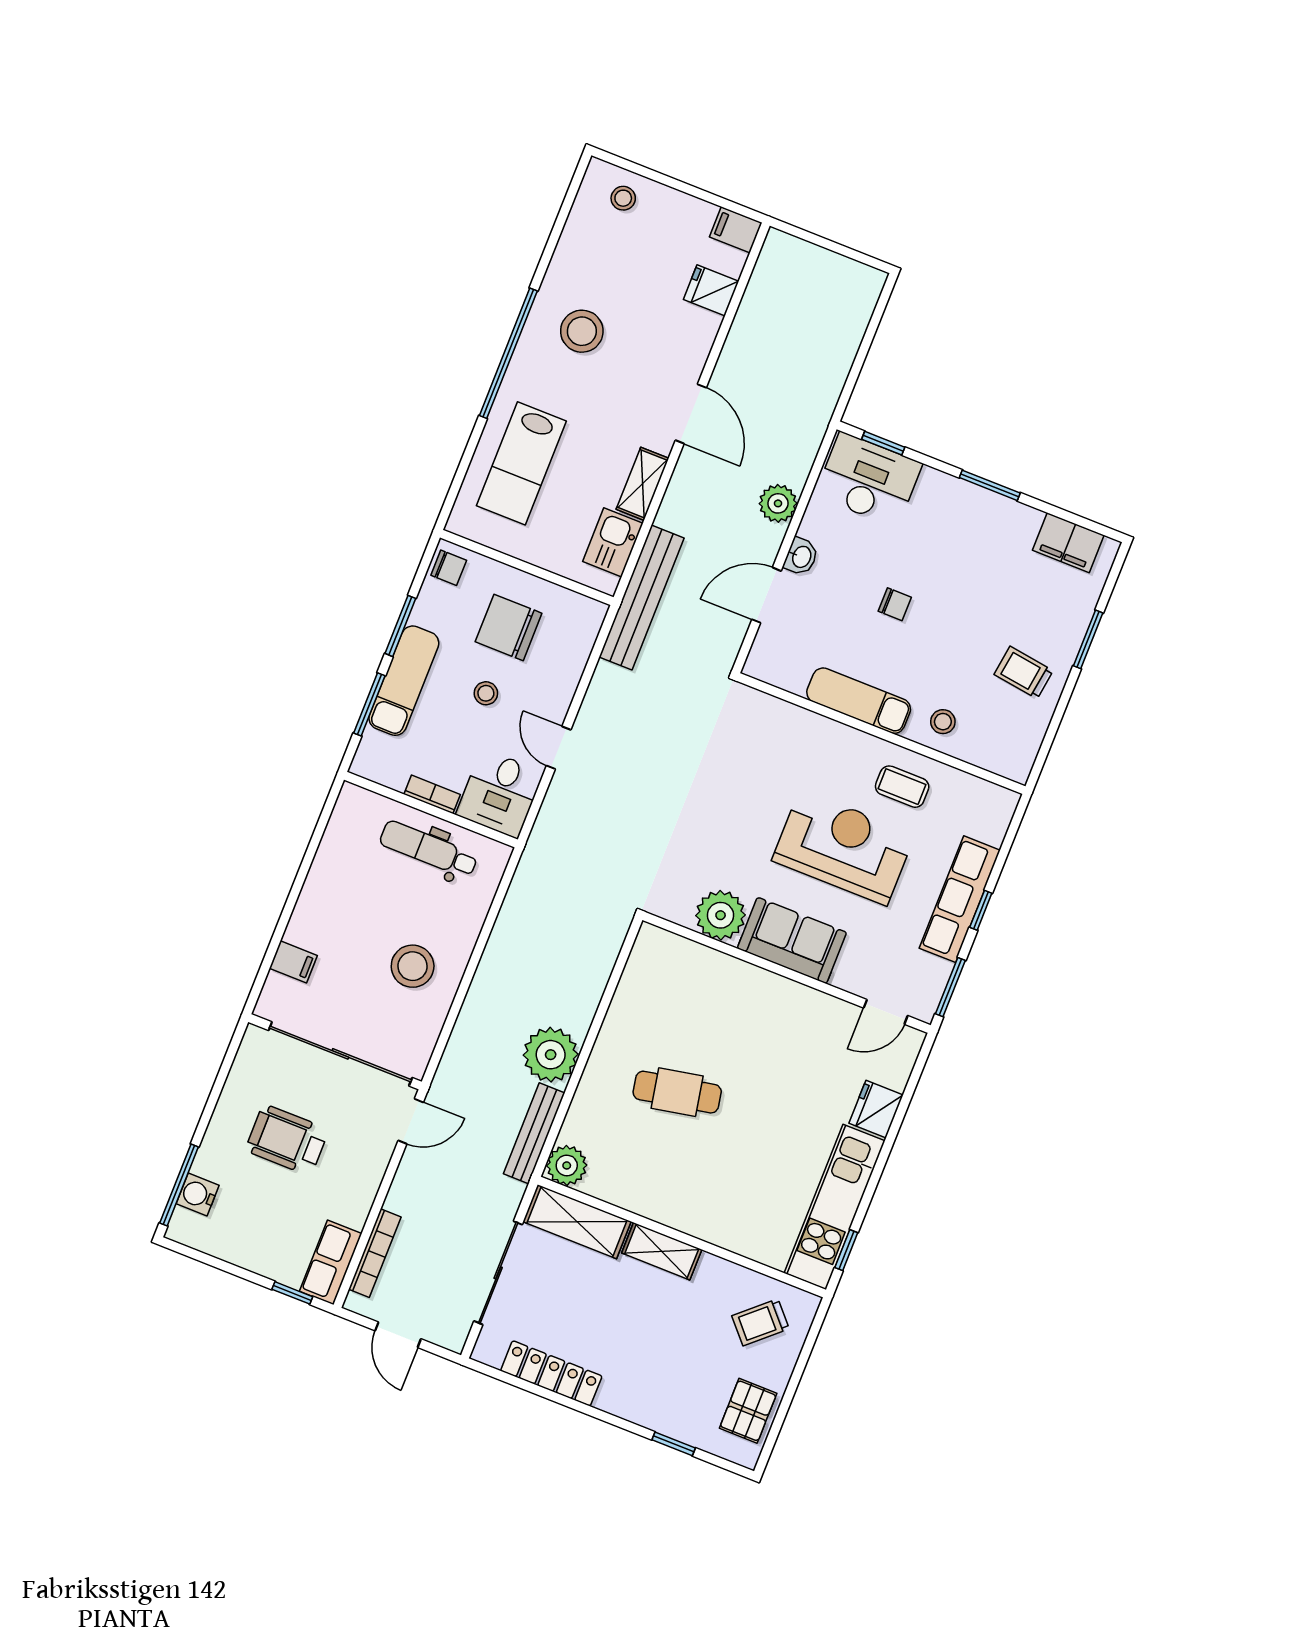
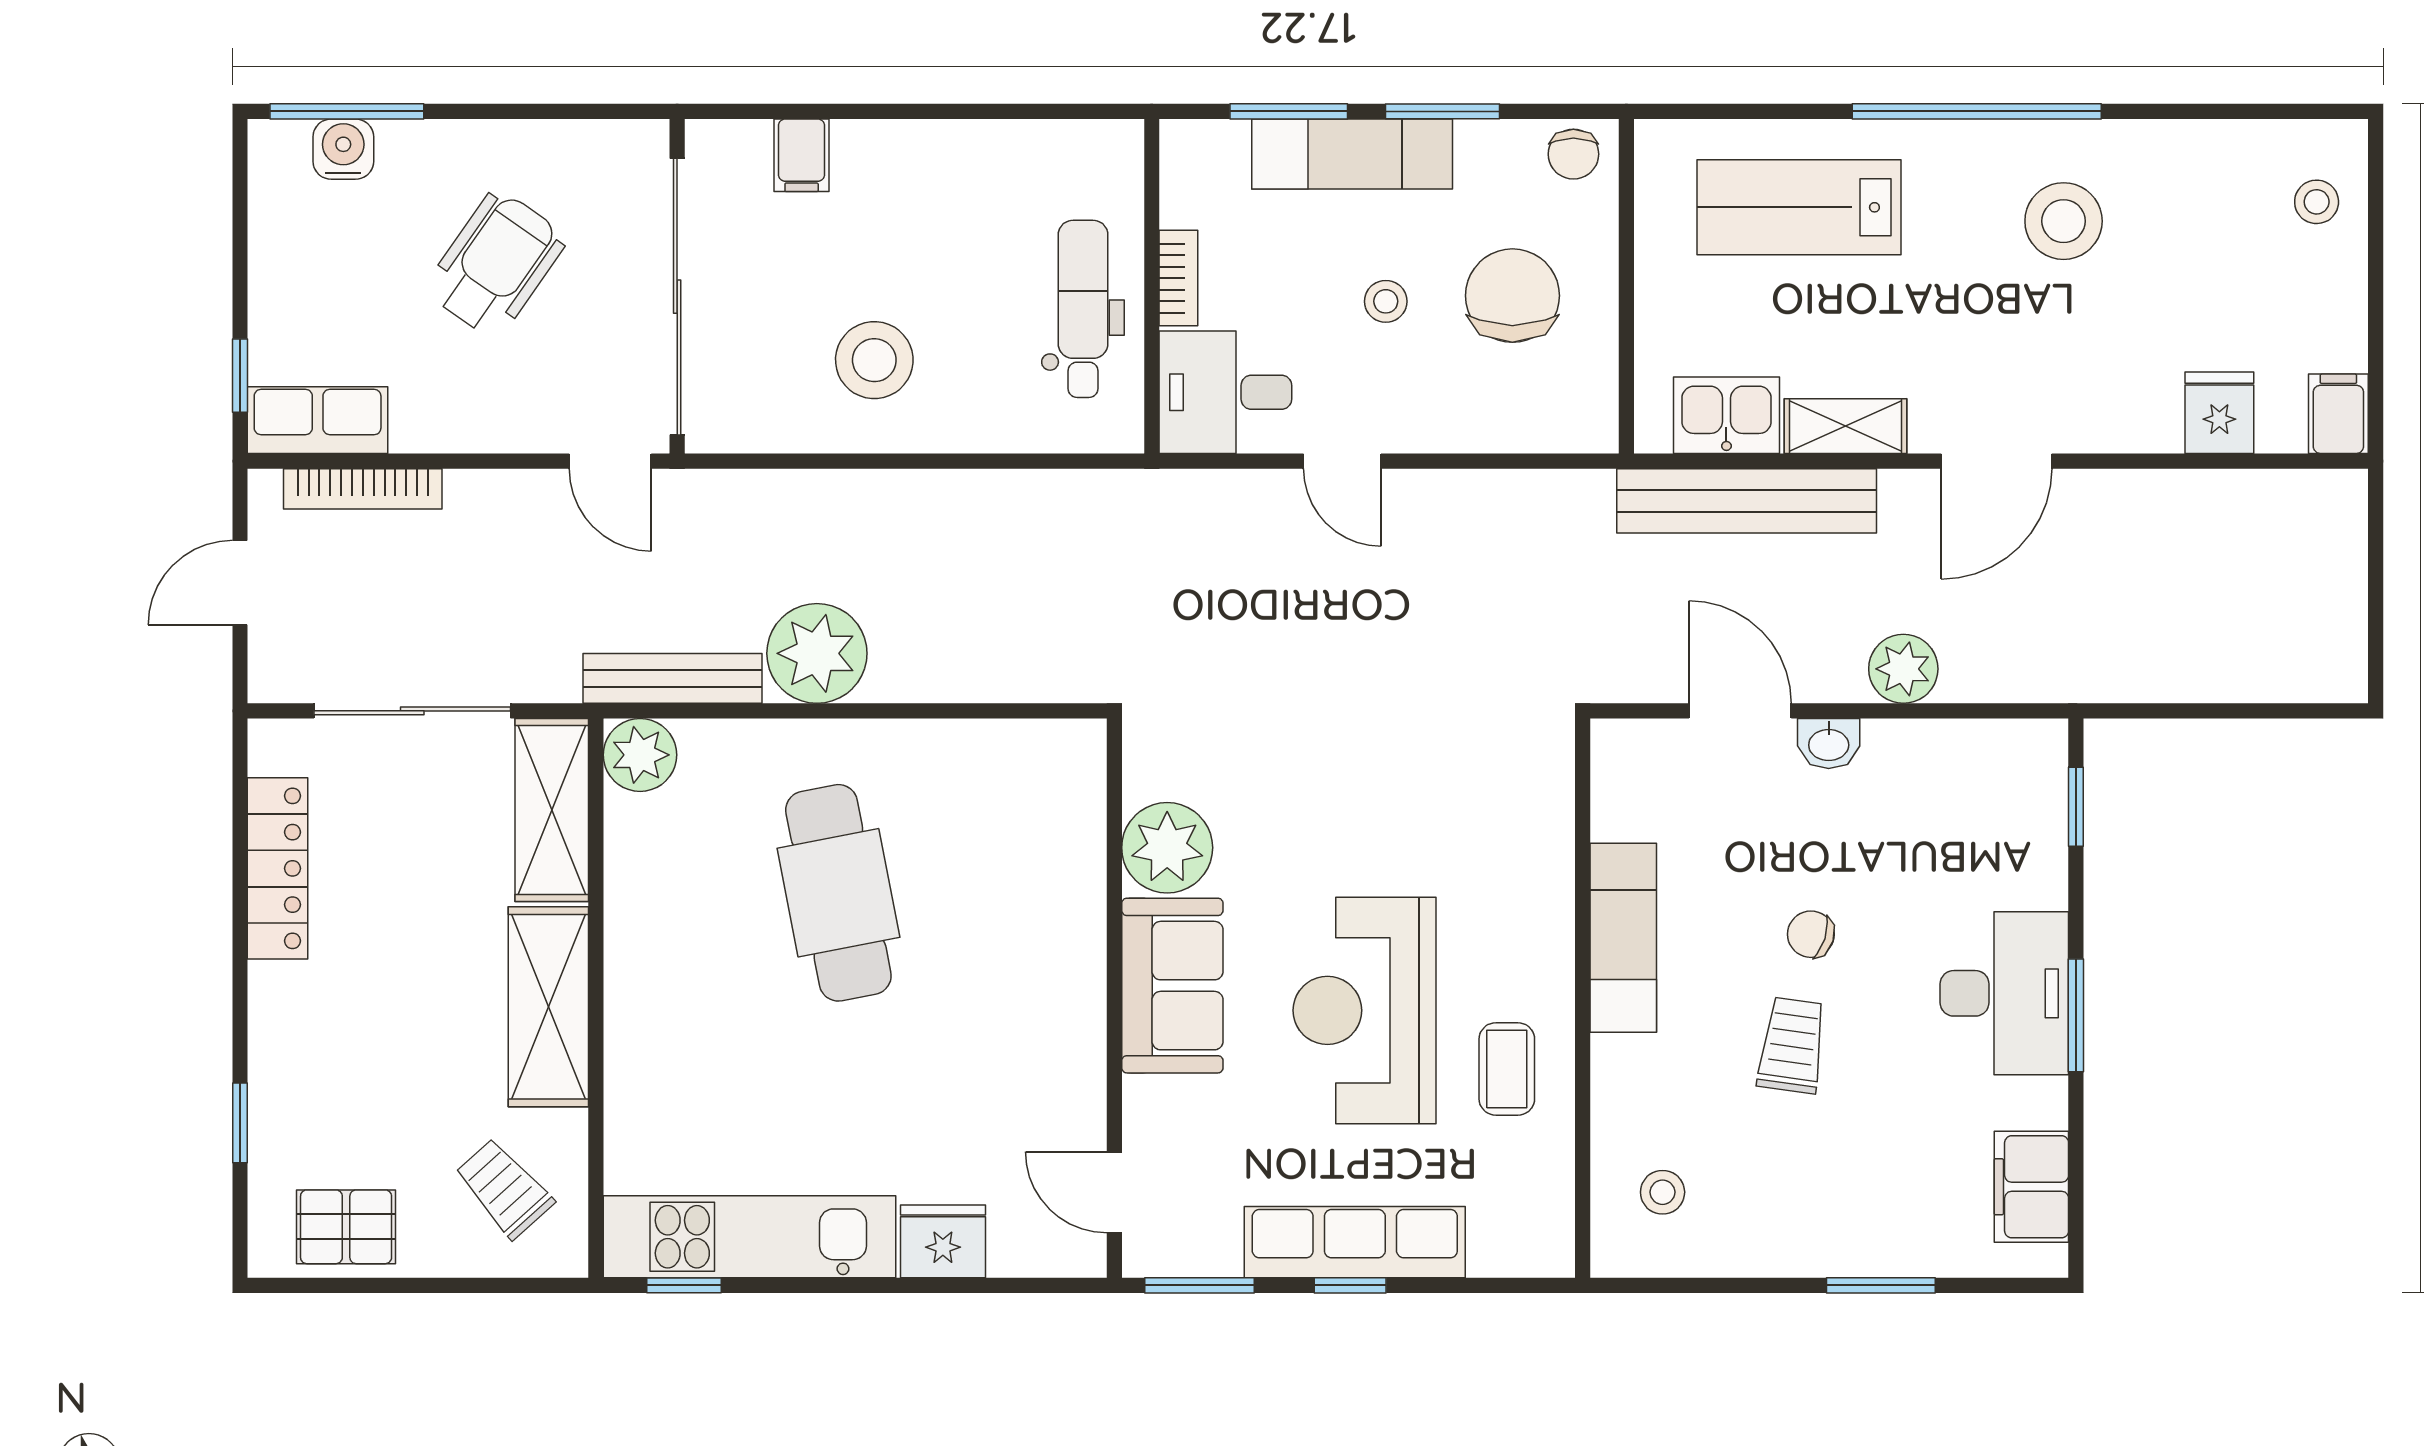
desk: (869, 480) -> (2004, 993), moved
bench: (642, 598) -> (1747, 501), moved
chair: (895, 604) -> (1811, 934), turned 108
trolley: (1024, 673) -> (1792, 1045), moved
stool: (943, 722) -> (1663, 1192), moved
door: (559, 748) -> (1342, 461), swing flipped
reception desk: (843, 847) -> (1364, 1010), turned 180
cafe table: (677, 1092) -> (838, 893), width x1.37, depth x1.35
wheelchair: (287, 1140) -> (496, 264), turned 35
shelving: (662, 1251) -> (548, 1007), width x1.50, depth x1.33

